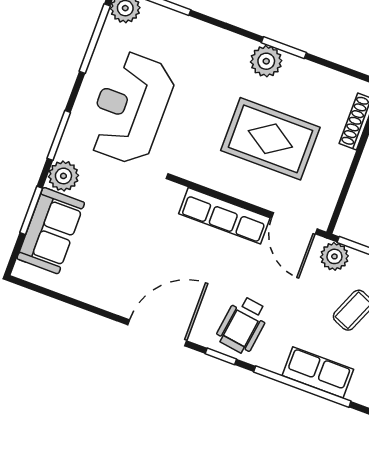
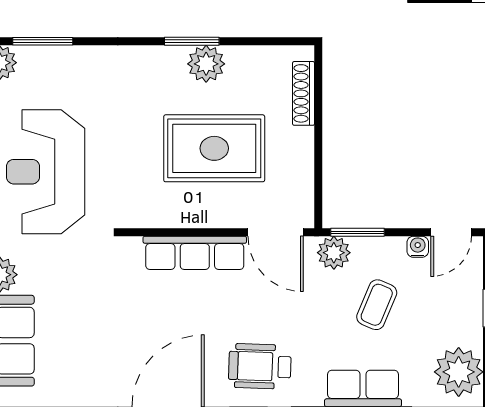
plant: (266, 61) -> (206, 64), moved
wheelchair: (243, 325) -> (260, 366), turned 84

